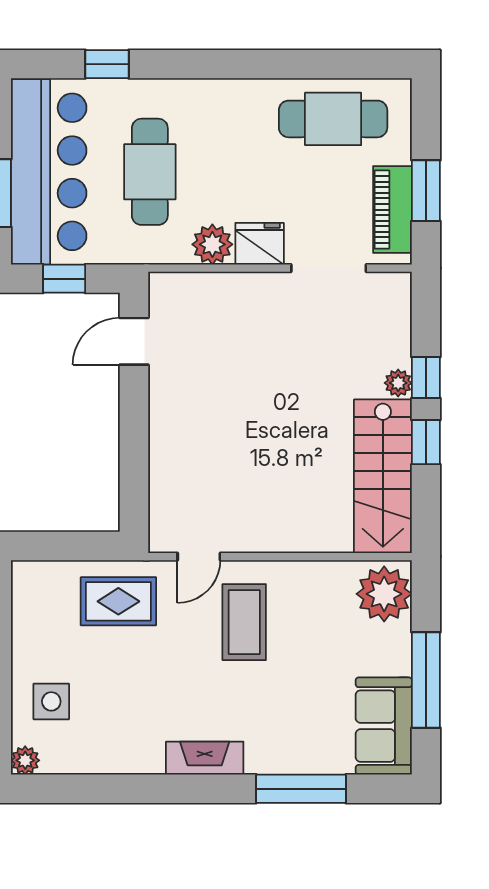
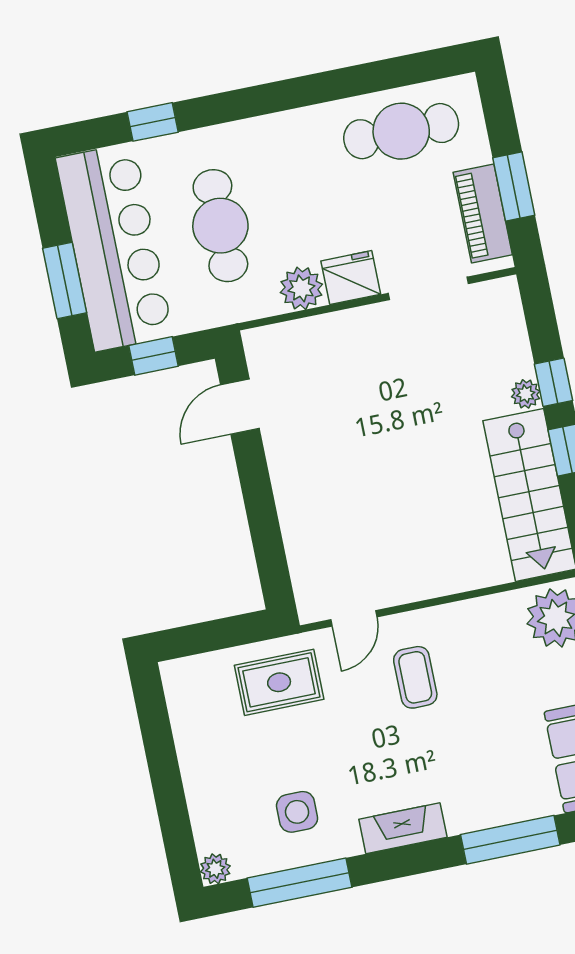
coffee table: (244, 622) -> (415, 677), width x0.73, depth x0.77
side table: (51, 701) -> (297, 812), moved
window: (100, 789) -> (299, 883), added

